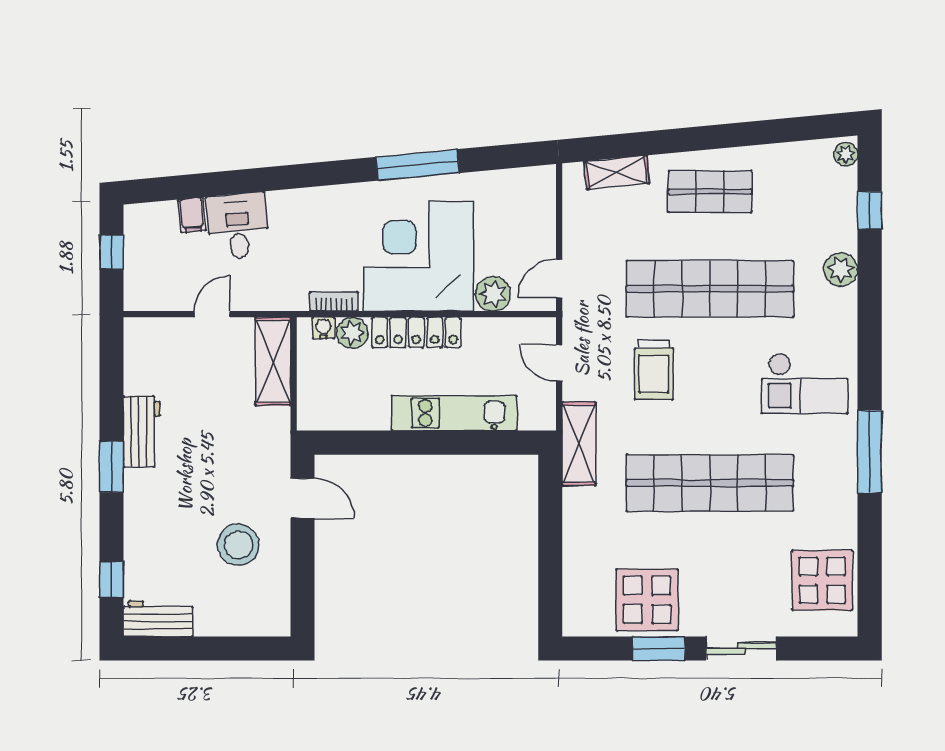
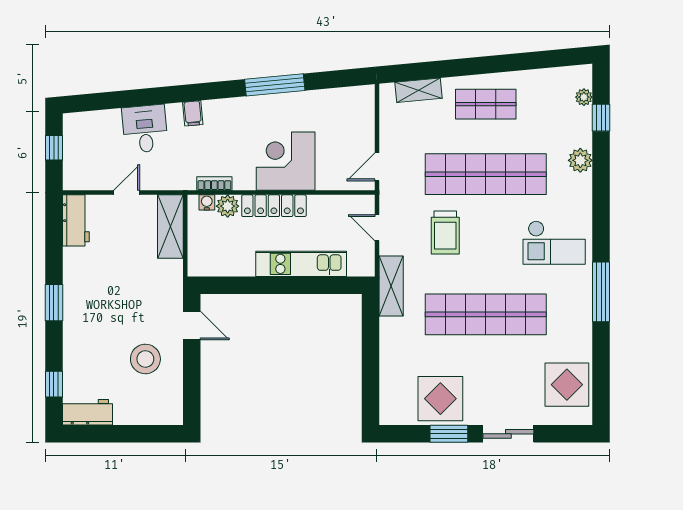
plant: (846, 154) -> (584, 97), moved
filing cabinet: (192, 215) -> (193, 113), moved
corner desk: (418, 256) -> (286, 161), width x0.74, depth x0.74
plant: (493, 294) -> (329, 178), removed
workbench: (142, 432) -> (76, 220), moved

